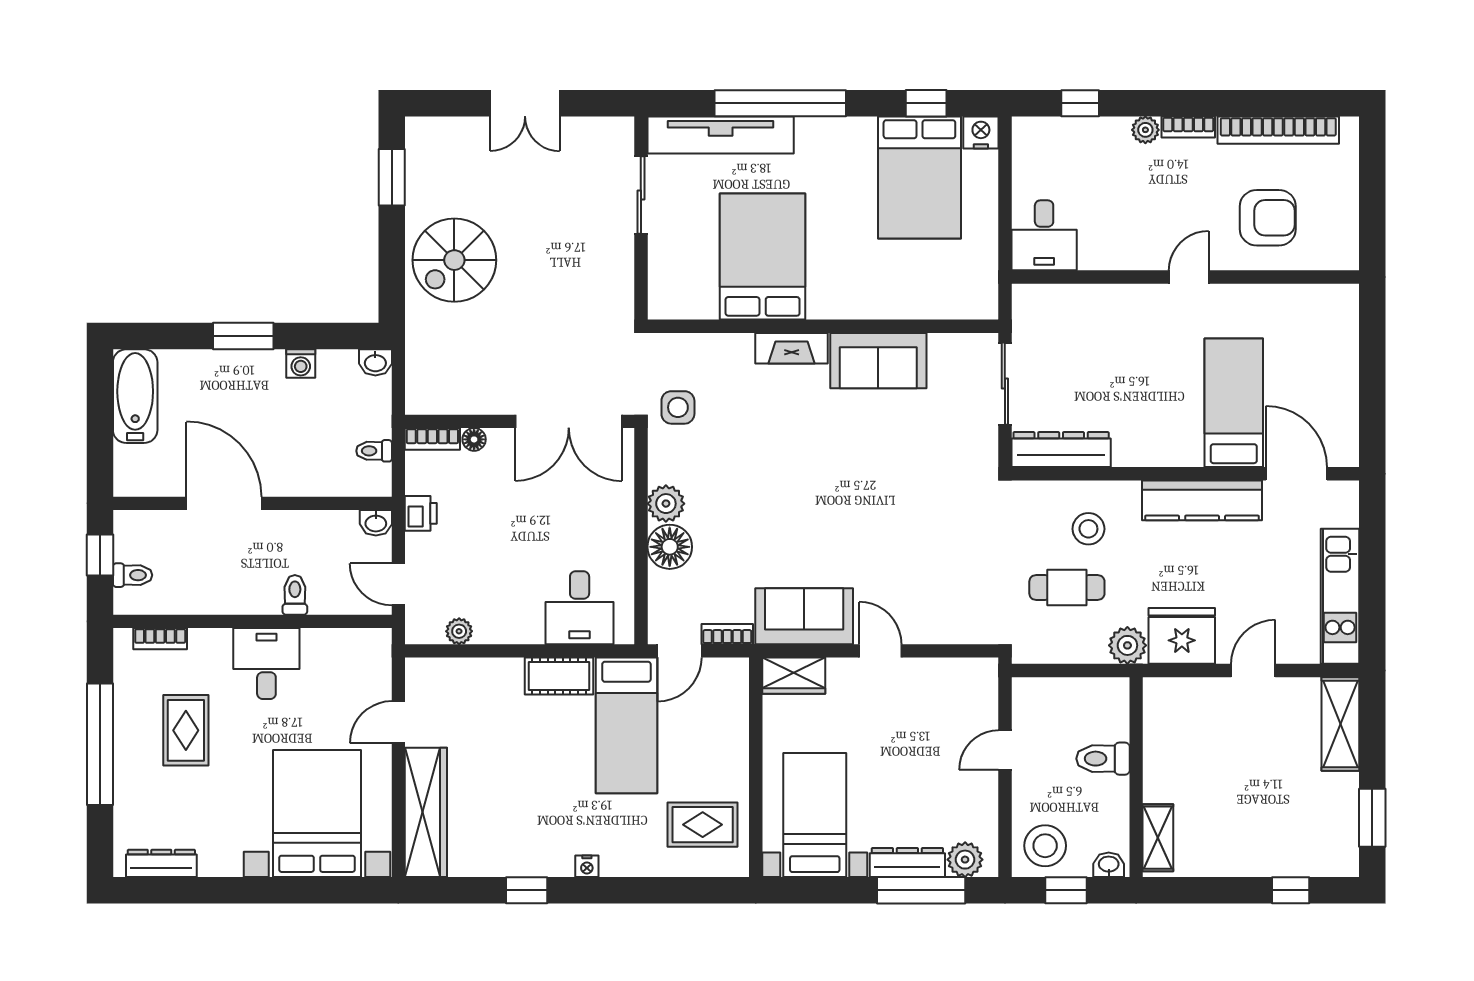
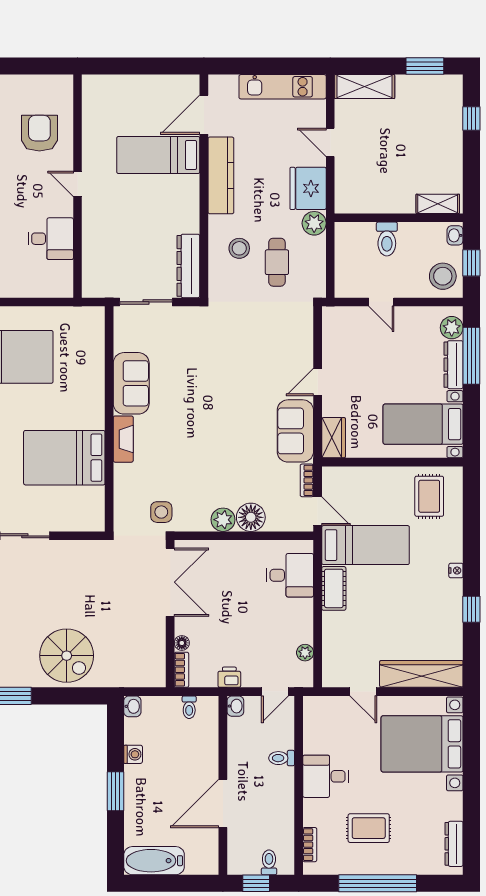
desk: (1044, 235) -> (51, 239), moved

